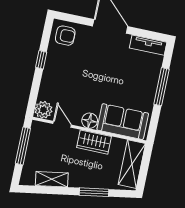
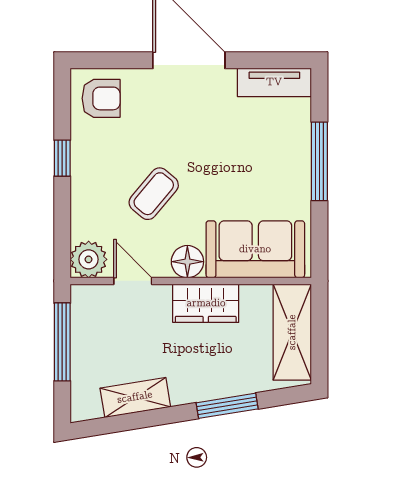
coffee table: (81, 85) -> (154, 194), added

